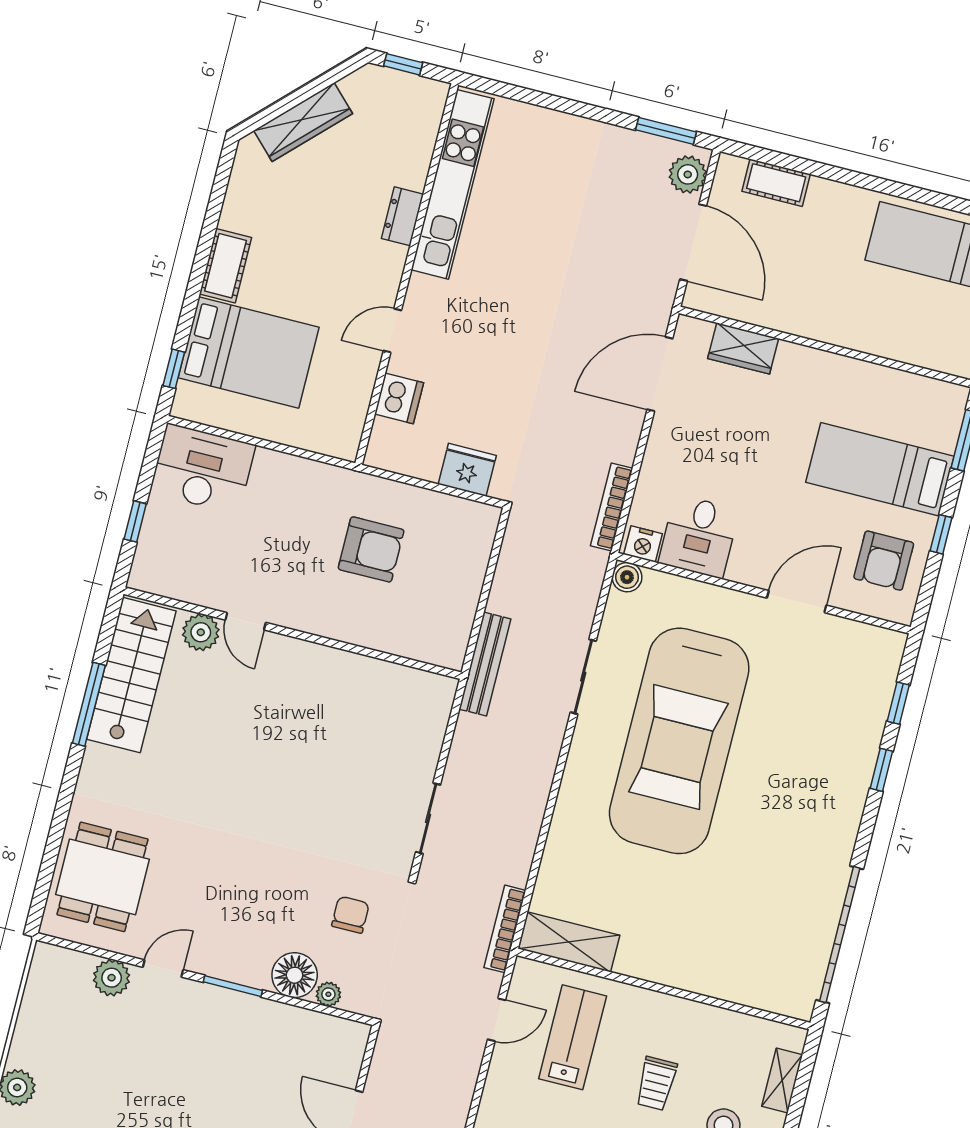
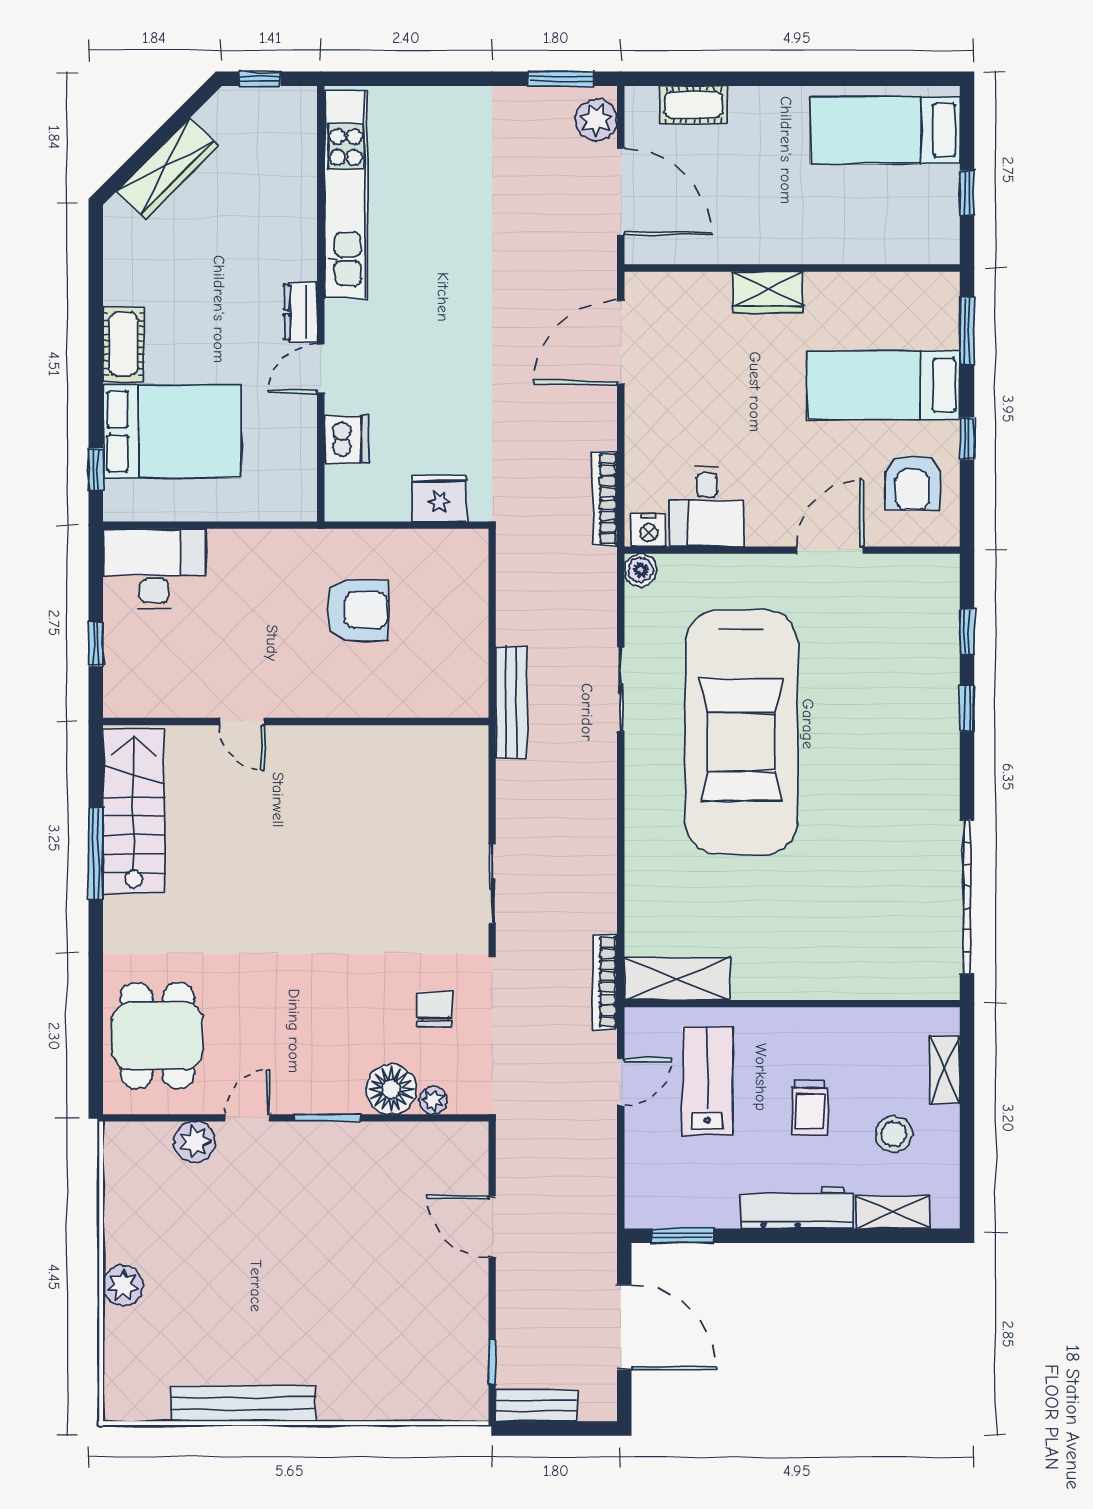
dresser: (402, 216) -> (300, 312), moved
wardrobe: (743, 348) -> (768, 292), moved
plant: (201, 632) -> (197, 746), removed

